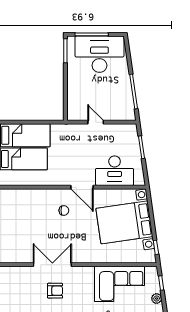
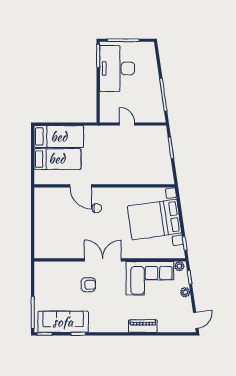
desk: (99, 54) -> (117, 68), moved, turned -90
desk: (115, 171) -> (145, 170), removed
door: (82, 187) -> (81, 186), moved
double door: (52, 265) -> (103, 260), moved
plant: (151, 271) -> (179, 266), added

